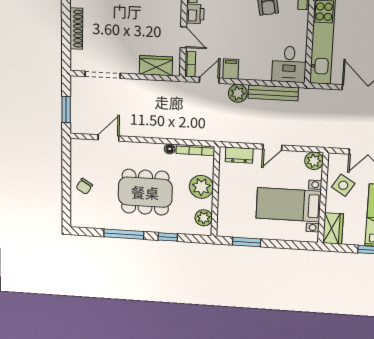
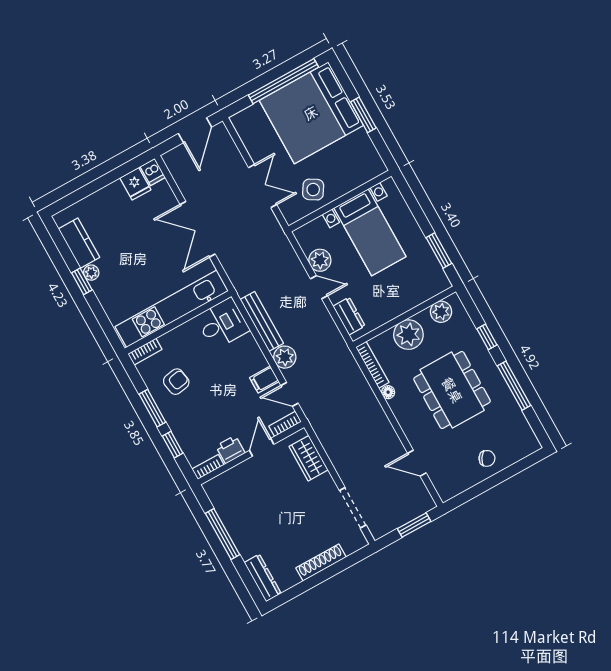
plant: (314, 161) -> (320, 260), moved
wardrobe: (333, 228) -> (366, 170), removed

